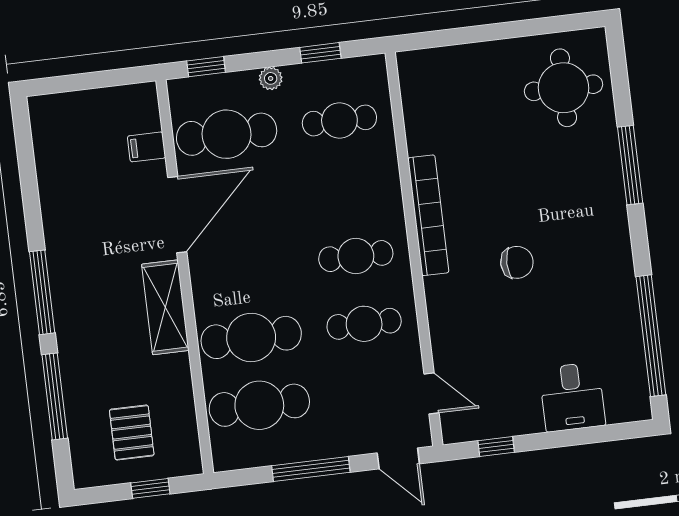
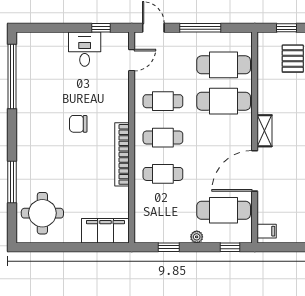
filing cabinet: (442, 69) -> (105, 231), added
cafe table: (339, 120) -> (163, 174), moved
filing cabinet: (147, 147) -> (267, 231), moved
window: (630, 165) -> (12, 182), moved
shelving: (165, 307) -> (265, 131), width x0.67, depth x0.75
door: (431, 393) -> (132, 60), swing flipped
desk: (572, 397) -> (85, 49), moved

